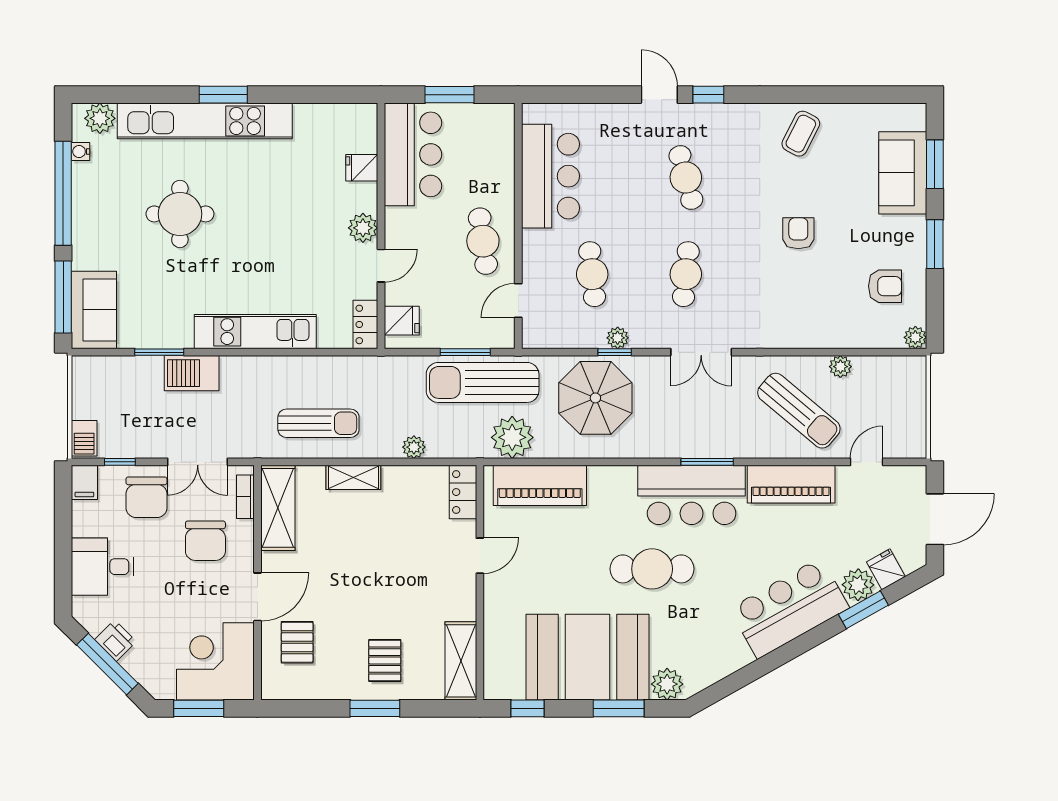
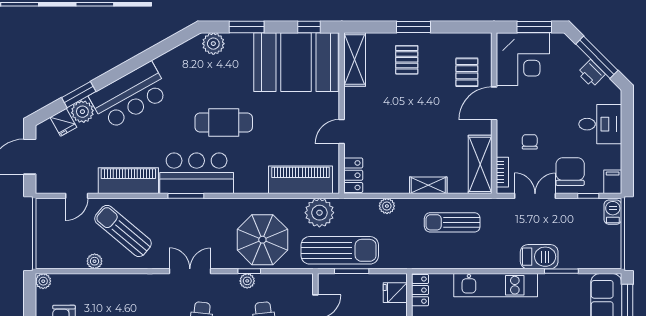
chair: (205, 541) -> (530, 142), width x0.54, depth x0.54
booth: (588, 657) -> (296, 62), moved

